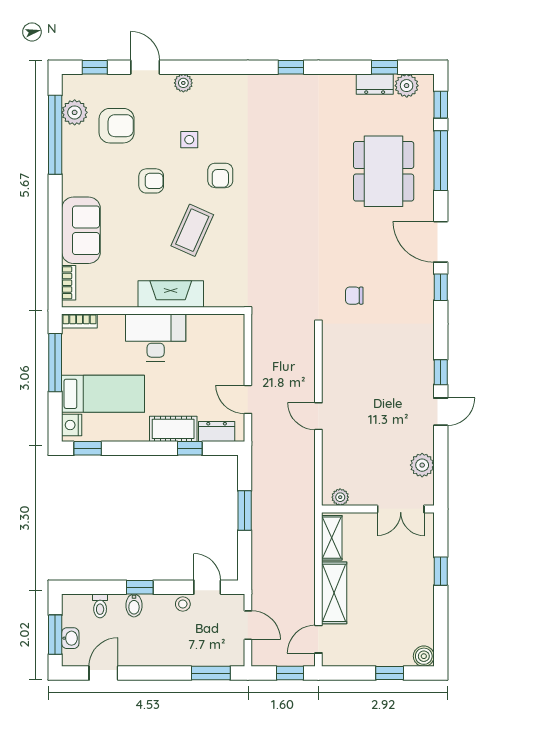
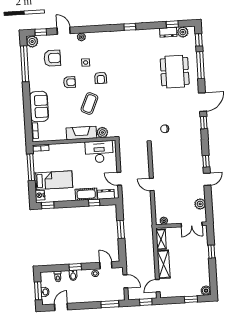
plant: (75, 112) -> (32, 41), moved
door: (441, 242) -> (203, 102), swing flipped
plant: (217, 295) -> (102, 132), added
desk: (156, 337) -> (99, 152), moved

